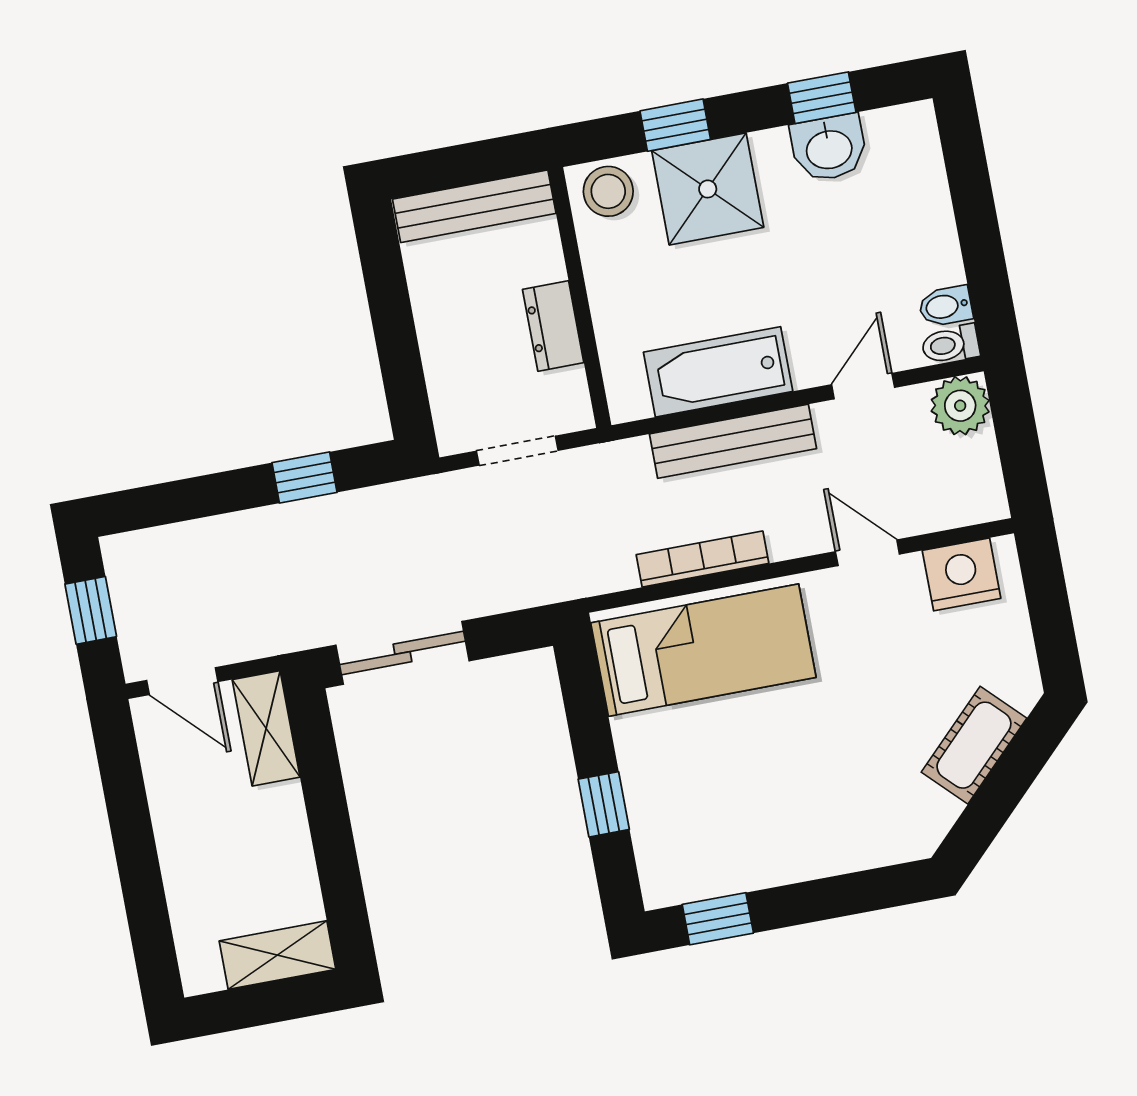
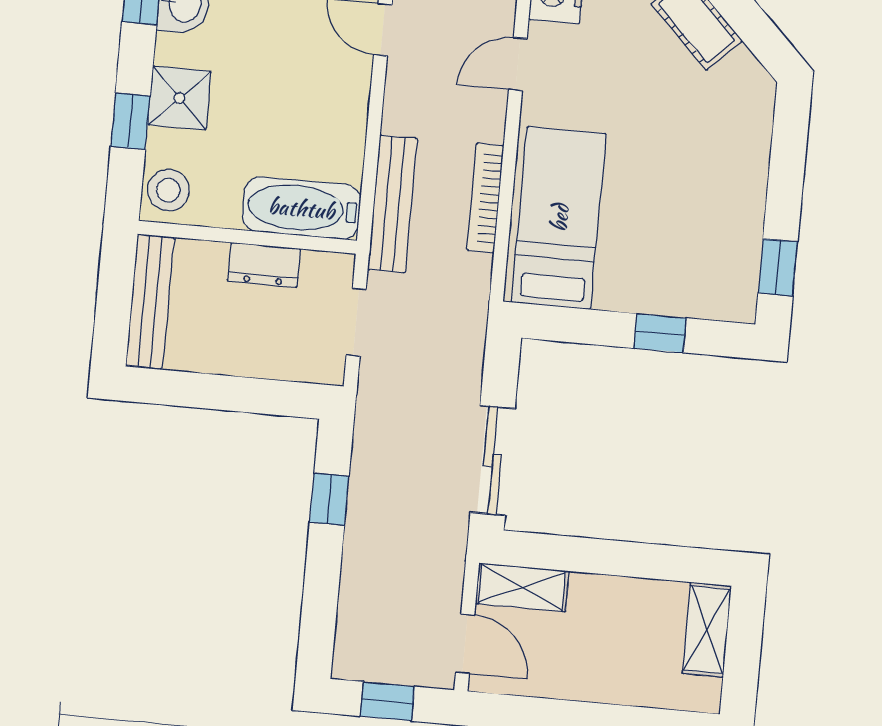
shower: (708, 189) -> (179, 98), width x0.73, depth x0.73
bathtub: (718, 372) -> (301, 208), moved, turned 90
bench: (733, 441) -> (392, 204), moved
door: (182, 681) -> (465, 644), hinge flipped

